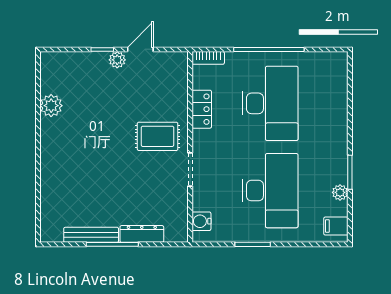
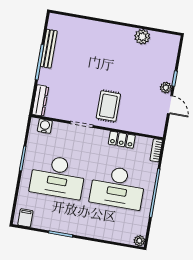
plant: (340, 192) -> (139, 241), moved
dresser: (142, 234) -> (40, 100), moved

